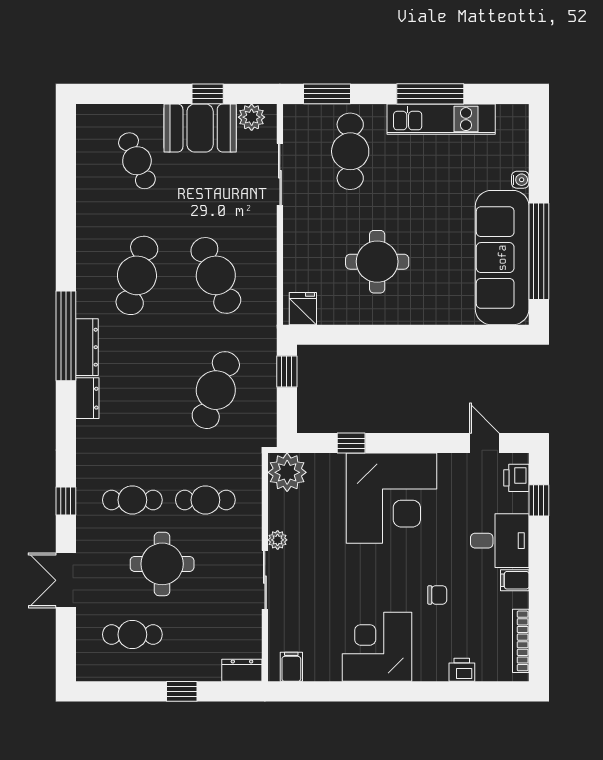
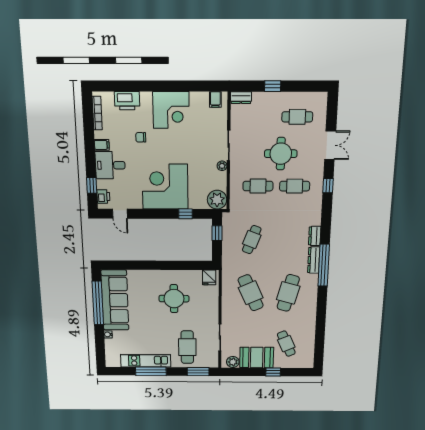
window: (208, 94) -> (273, 372), moved
window: (287, 372) -> (217, 233), moved
cafe table: (216, 390) -> (252, 240), width x0.73, depth x0.74
printer: (462, 670) -> (127, 101), width x1.87, depth x1.48

